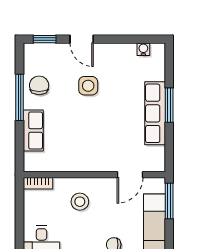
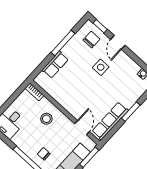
chair: (39, 85) -> (91, 40), moved
row of seats: (155, 113) -> (110, 121), moved
door: (130, 175) -> (82, 128), swing flipped

